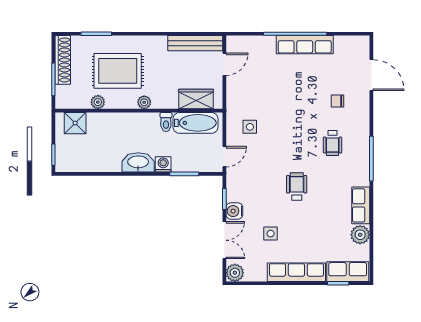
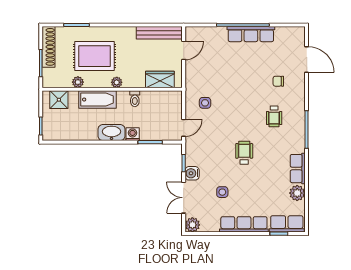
bathtub: (195, 123) -> (98, 100), moved
double door: (224, 240) -> (184, 198), swing flipped

